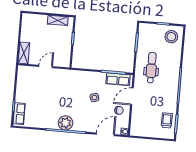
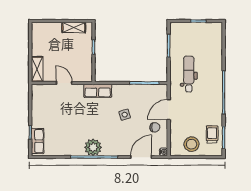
stool: (171, 37) -> (192, 144), moved
door: (46, 67) -> (64, 83), hinge flipped
row of seats: (118, 79) -> (98, 91), moved

